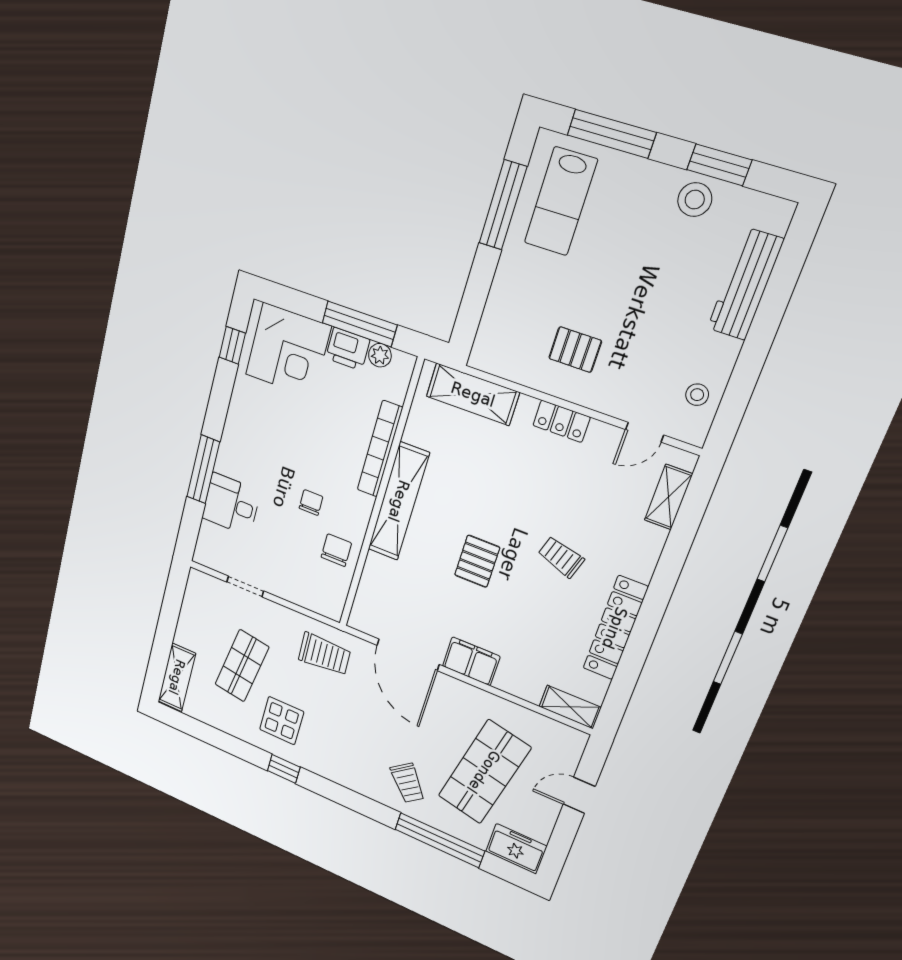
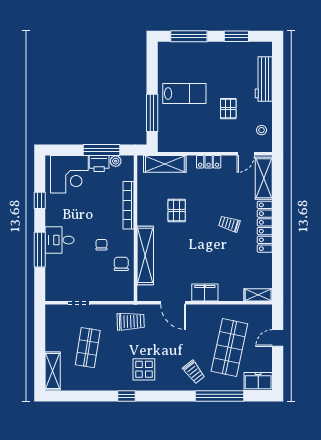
stool: (695, 200) -> (232, 52), removed
lab bench: (561, 201) -> (184, 94), moved, turned -90
window: (503, 205) -> (152, 113), moved
window: (232, 345) -> (40, 200), moved
pallet: (575, 350) -> (228, 109), moved, turned 90
shelving: (668, 497) -> (264, 178), width x1.50, depth x1.33
shelving: (399, 501) -> (145, 255), moved
desk: (231, 504) -> (60, 240), moved
pallet: (477, 561) -> (177, 211), moved
locker: (615, 628) -> (265, 227), moved
door: (408, 655) -> (173, 303), width x0.73
display table: (282, 721) -> (144, 369), moved

